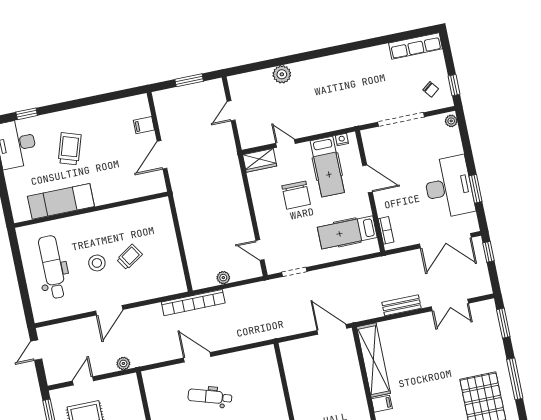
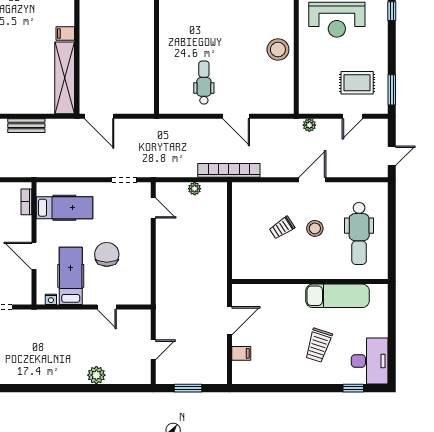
wardrobe: (260, 160) -> (135, 296), removed
dental chair: (210, 397) -> (204, 83), moved, turned -107

